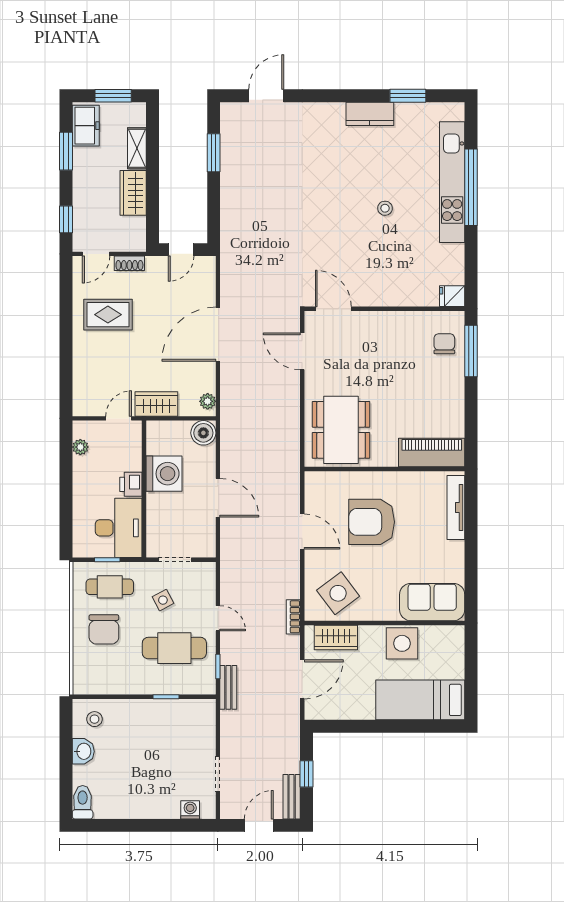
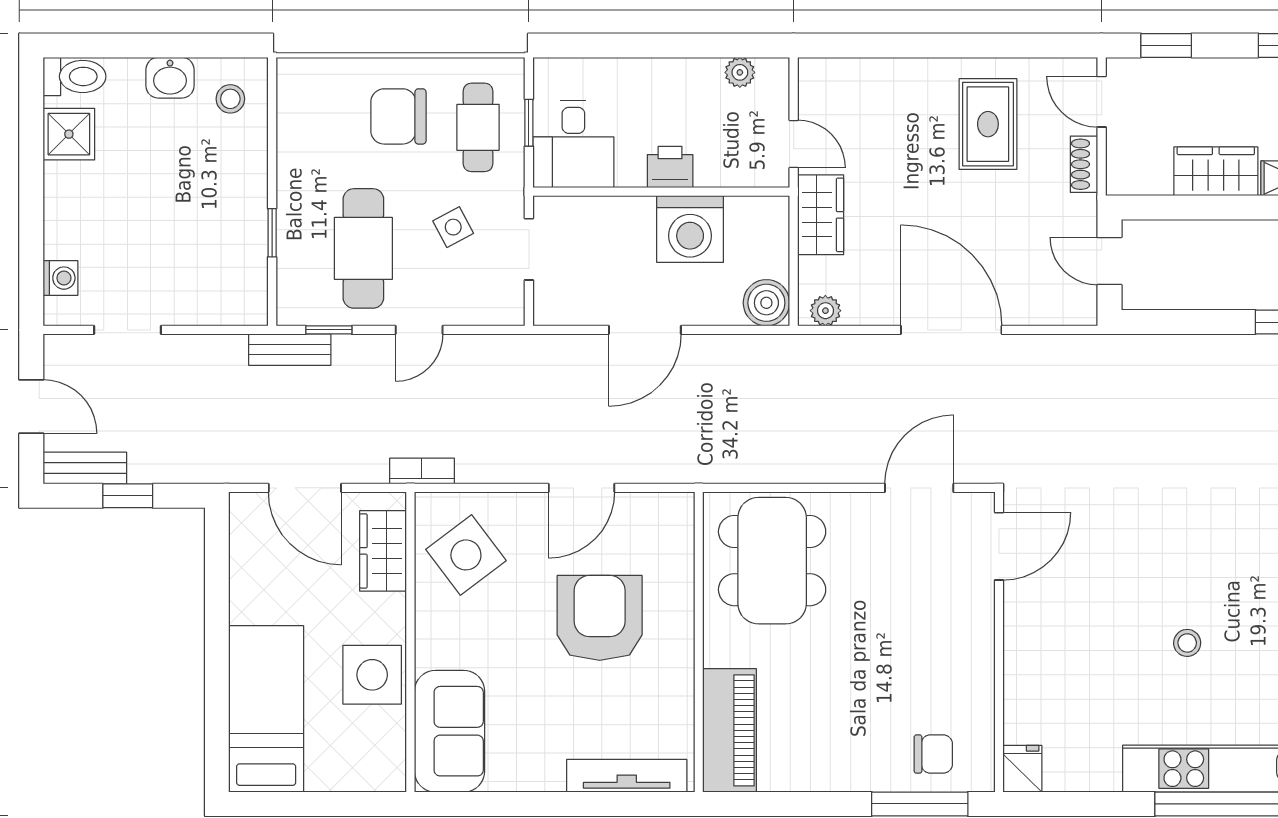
dining table: (341, 430) -> (772, 561), turned 90
desk: (119, 528) -> (573, 144), width x0.73
shower: (113, 805) -> (69, 134), added

